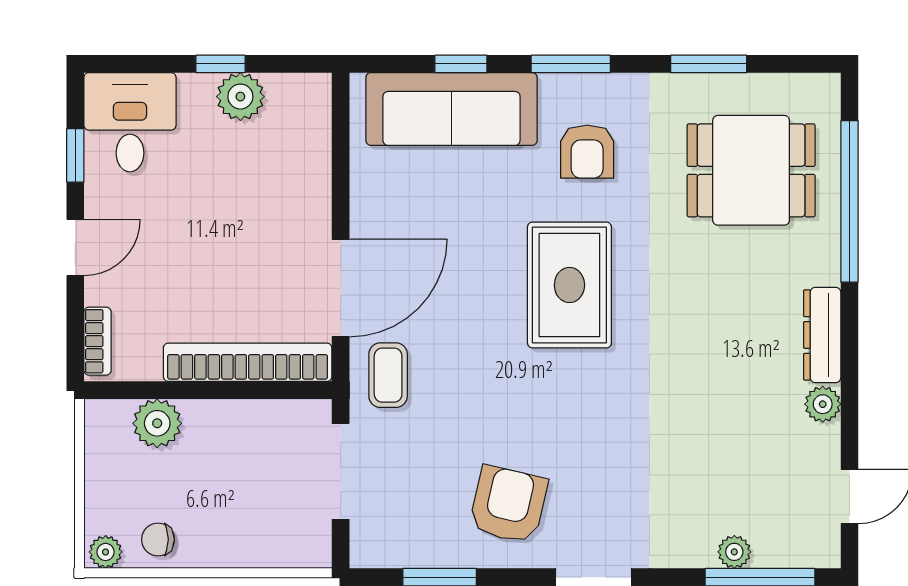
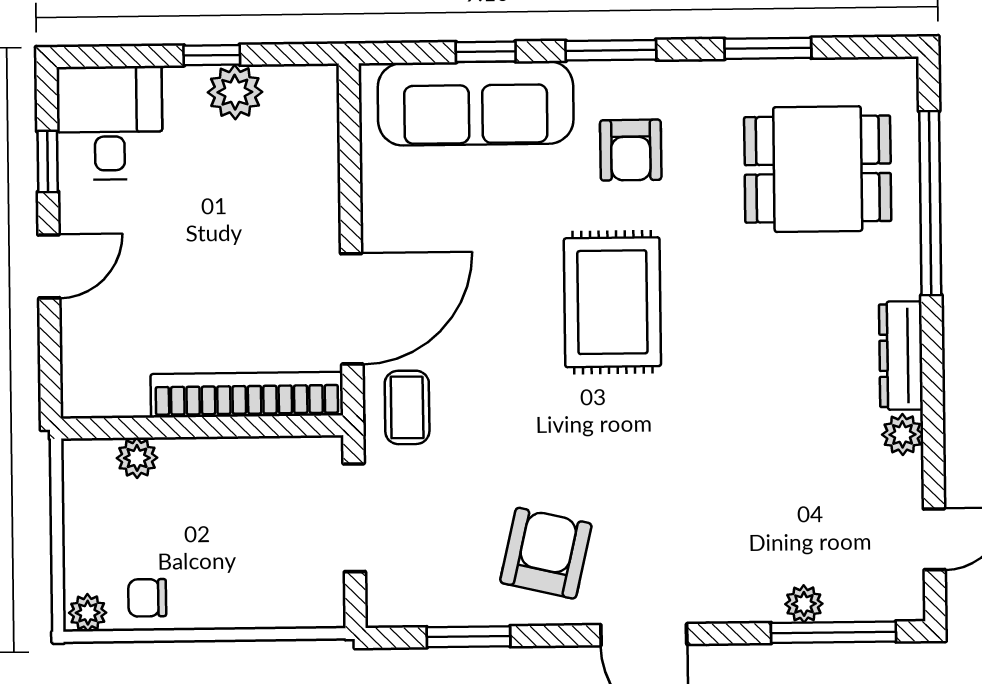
bookcase: (98, 341) -> (76, 373), removed
plant: (157, 423) -> (137, 458), width x0.73, depth x0.73

